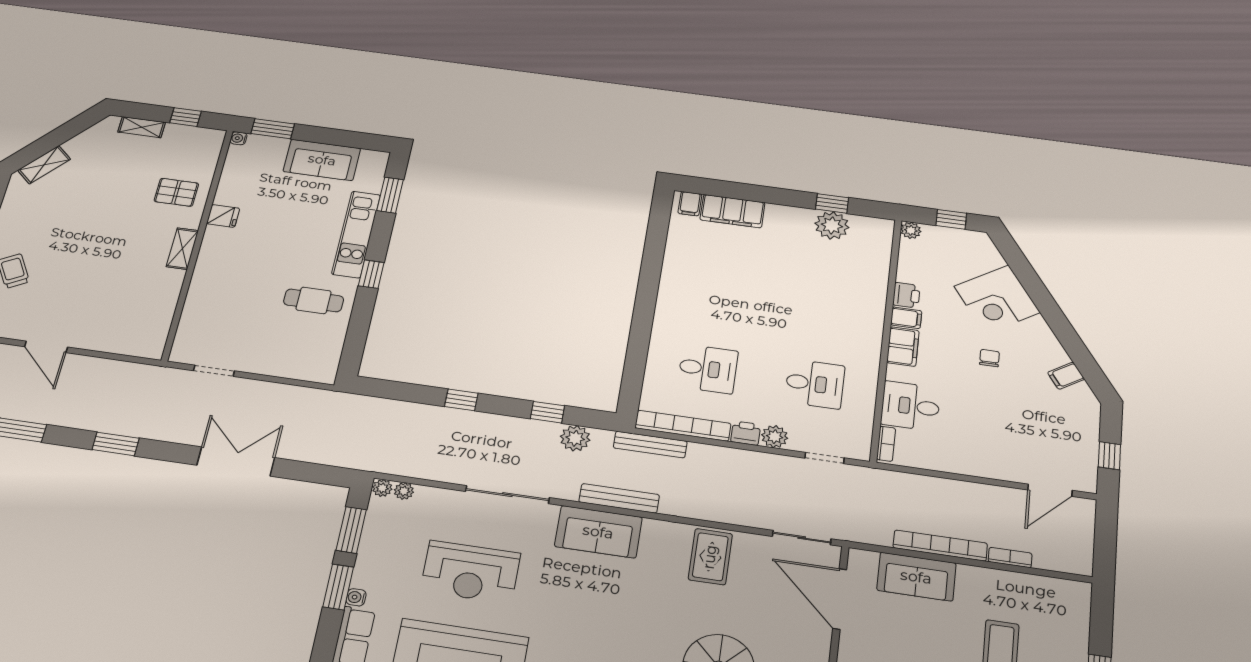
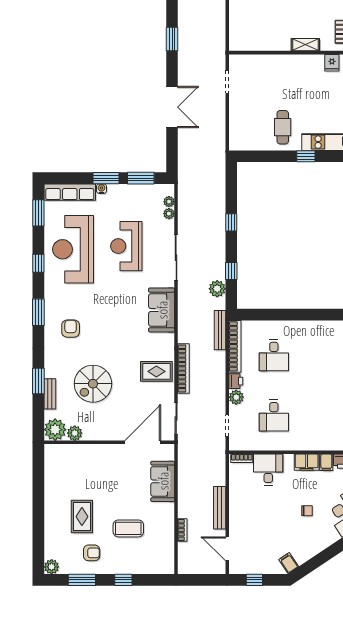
filing cabinet: (1066, 376) -> (289, 563), moved
plant: (382, 488) -> (169, 214), moved
bench: (619, 498) -> (220, 508), moved
bookcase: (940, 546) -> (183, 368), moved

